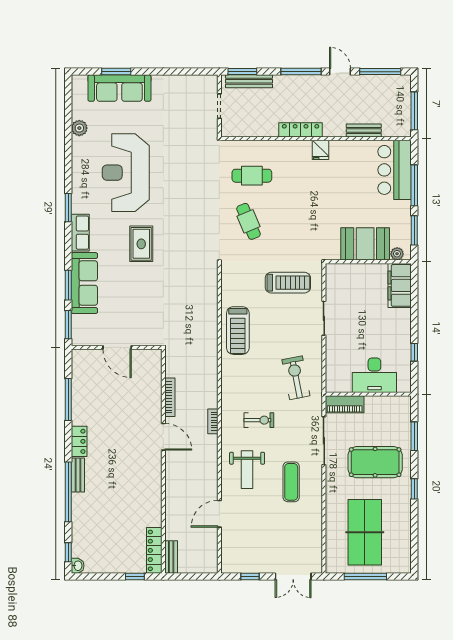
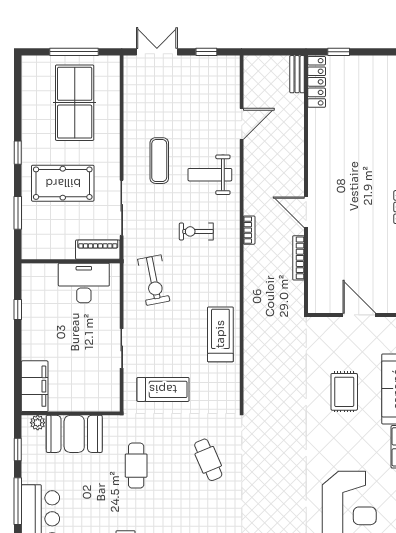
cafe table: (252, 176) -> (136, 466), moved, turned 90
window: (414, 230) -> (18, 449), width x0.67
rug: (141, 244) -> (344, 392), moved
treadmill: (288, 283) -> (163, 389), turned 180
desk: (374, 375) -> (84, 283), moved
weight bench: (247, 470) -> (210, 175), turned -90

